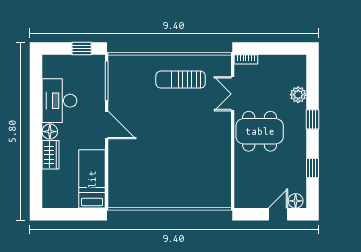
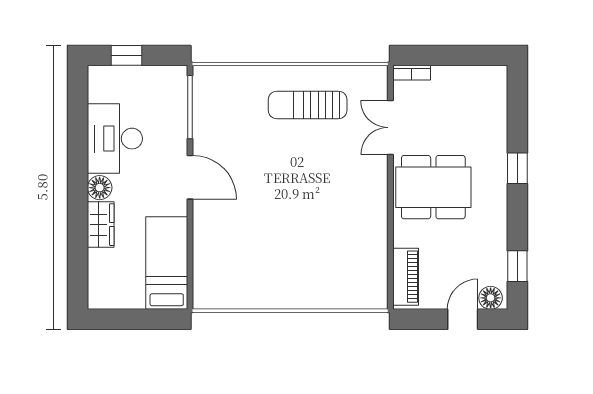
window: (82, 48) -> (126, 55), moved
plant: (298, 95) -> (495, 129), removed
window: (312, 168) -> (517, 266), moved
piano: (242, 188) -> (406, 277), added

